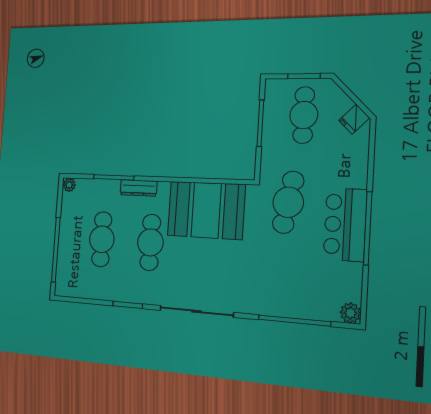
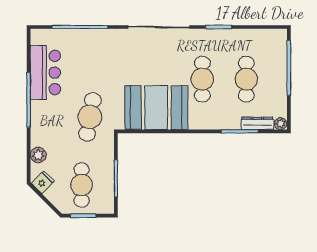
dresser: (139, 188) -> (257, 123), moved
bar counter: (345, 224) -> (45, 73), moved
plant: (350, 313) -> (38, 155), moved

